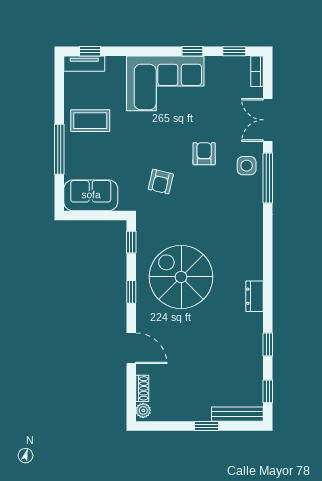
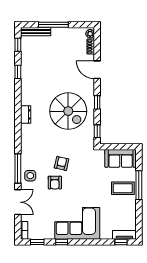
coffee table: (90, 121) -> (123, 188), moved
armchair: (161, 182) -> (62, 163), moved
dresser: (255, 296) -> (26, 114), moved
window: (206, 426) -> (53, 25), width x2.17

